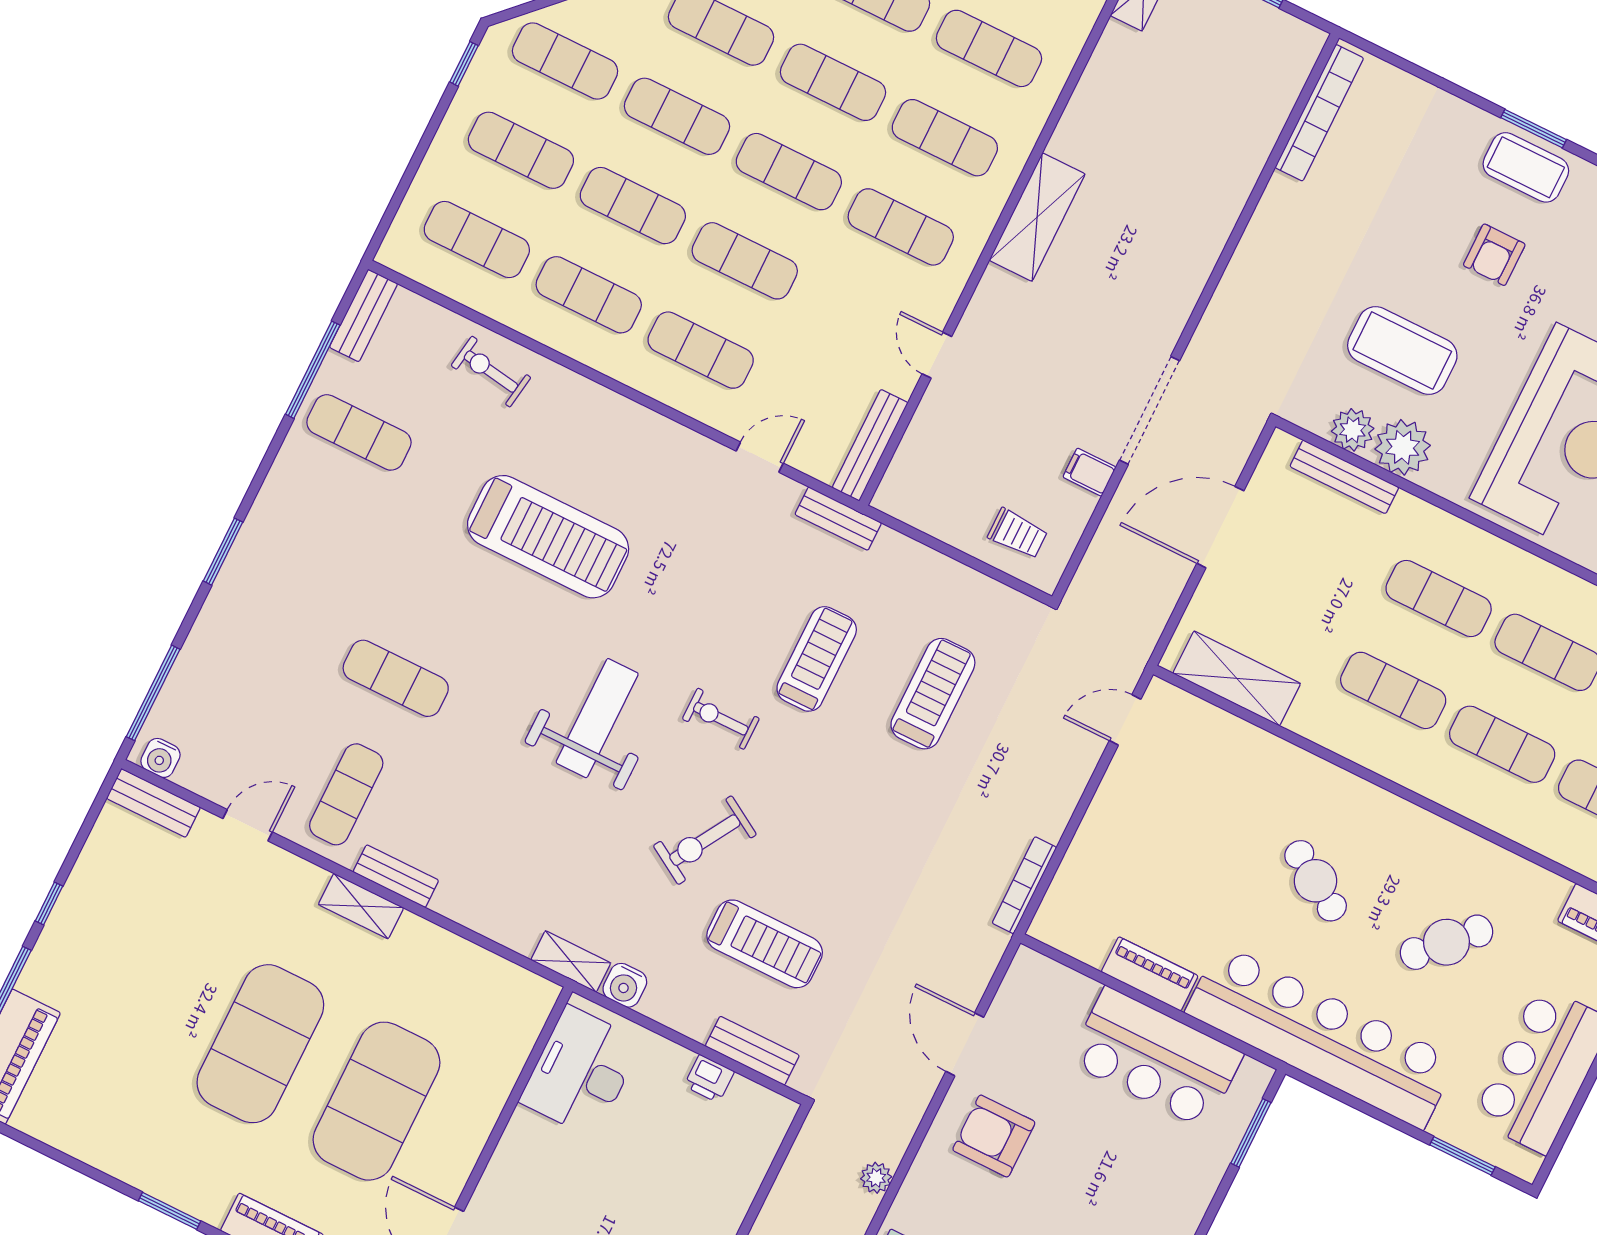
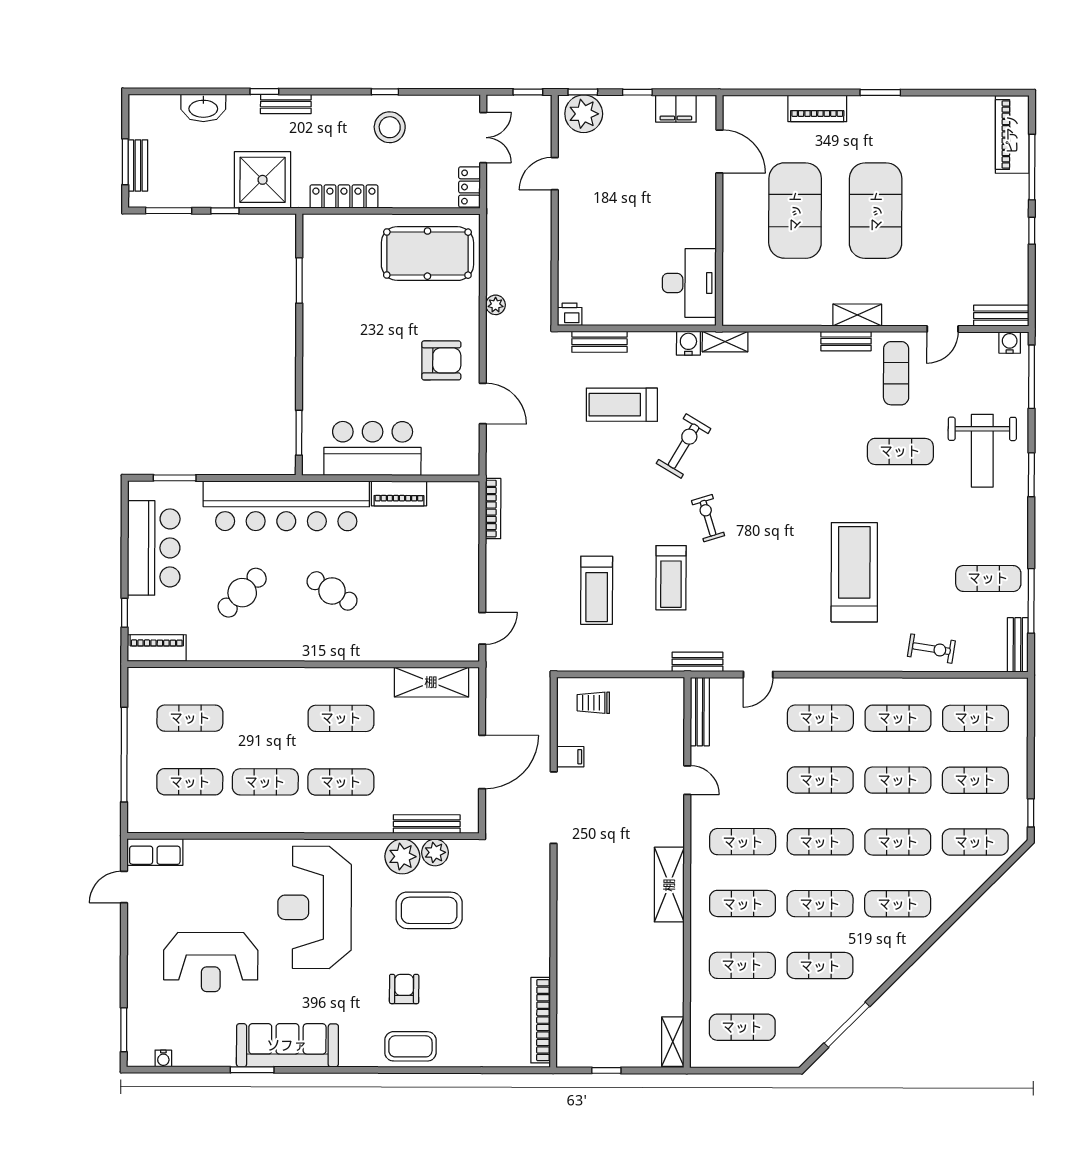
window: (1534, 129) -> (417, 1070), removed
treadmill: (548, 537) -> (854, 572), turned 90
weight bench: (597, 718) -> (982, 451), moved
exercise bike: (721, 719) -> (708, 518), turned -107
exercise mat: (1502, 744) -> (265, 718), removed
printer: (709, 1079) -> (570, 314), moved

